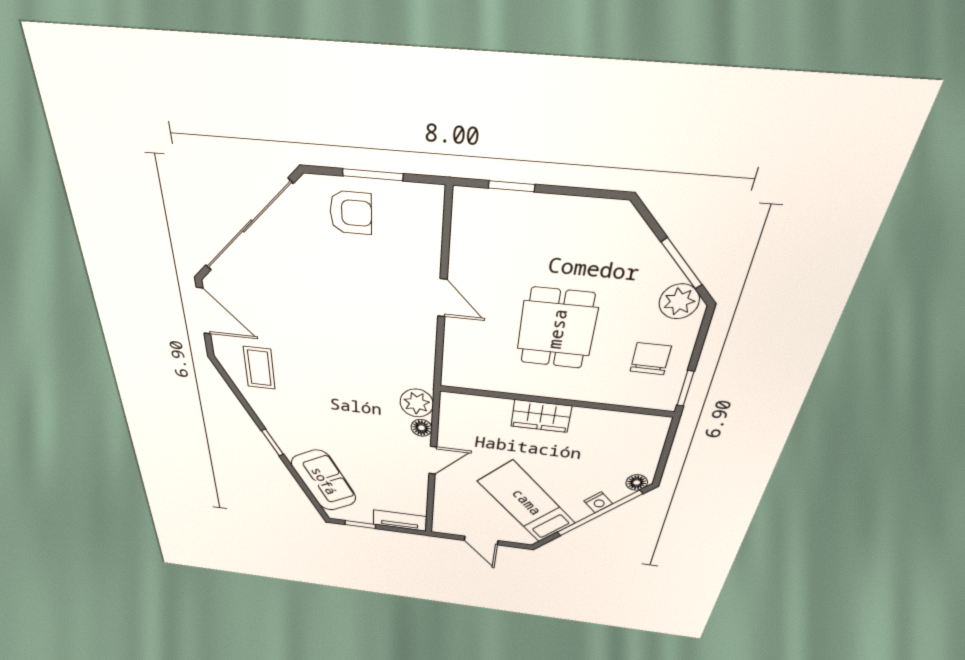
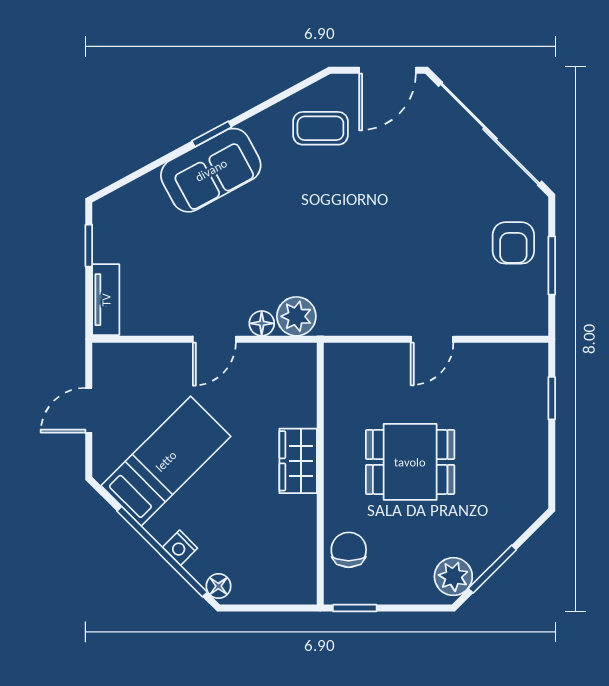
chair: (650, 359) -> (349, 550), moved, turned -90
door: (433, 460) -> (214, 339), hinge flipped
sofa: (324, 481) -> (211, 170), moved

